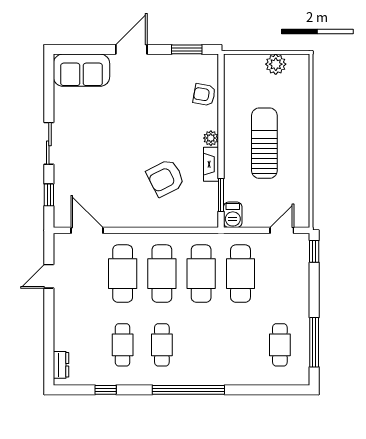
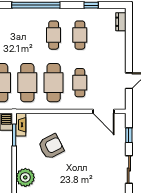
plant: (211, 138) -> (25, 177), width x1.88, depth x1.88
fireplace: (211, 164) -> (21, 125), moved
cafe table: (123, 274) -> (80, 83), width x0.73, depth x0.74

